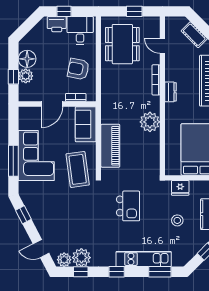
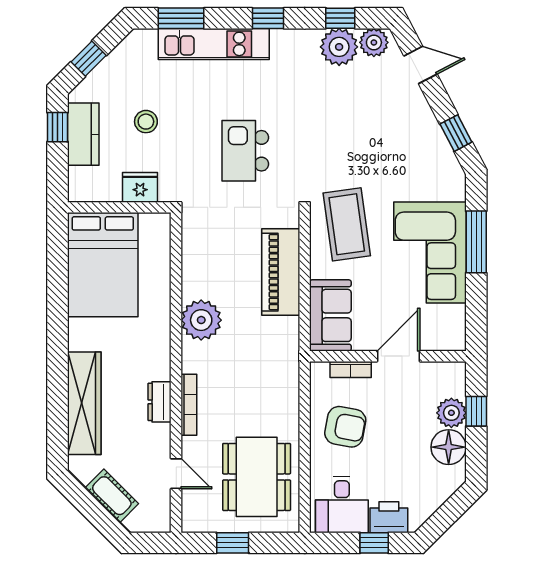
dresser: (171, 92) -> (160, 402), moved

